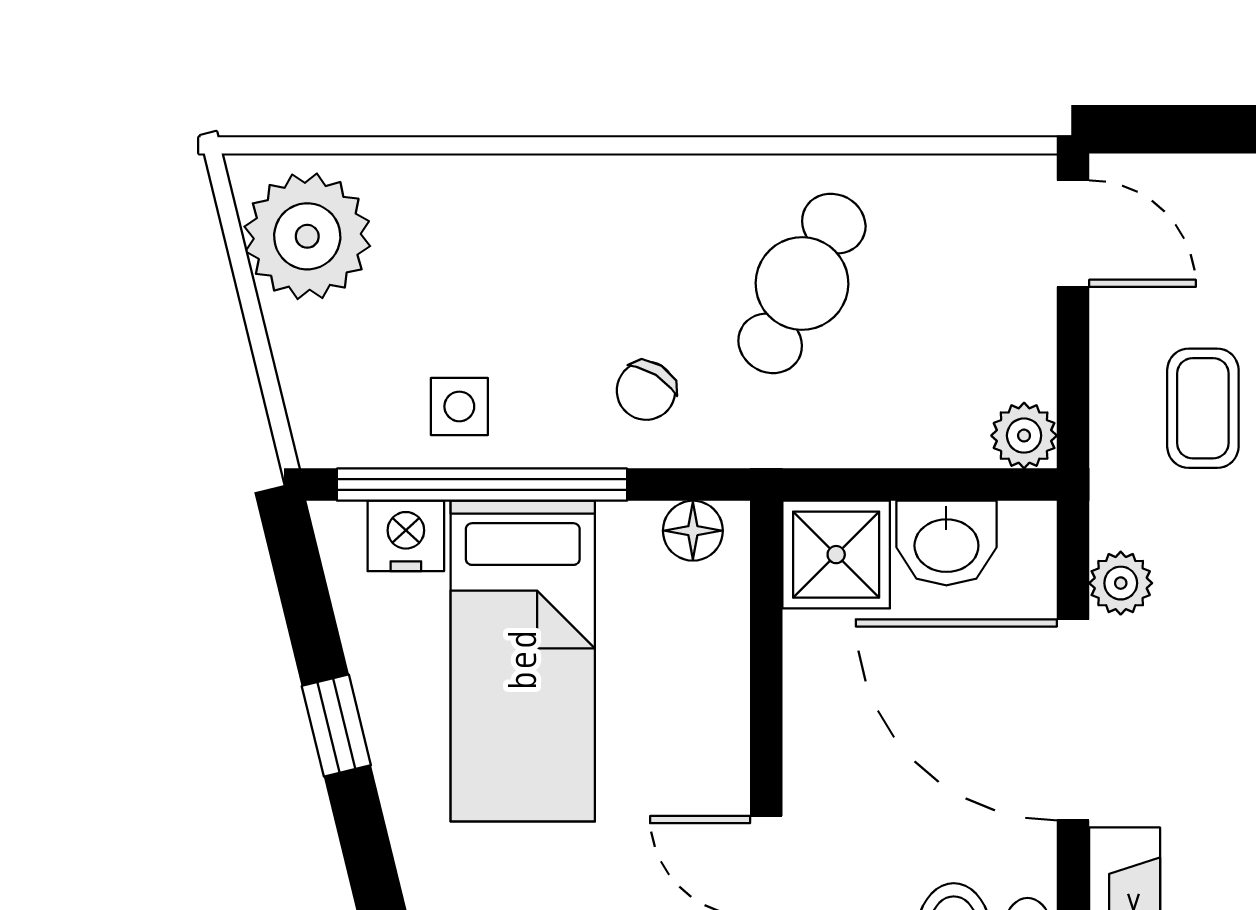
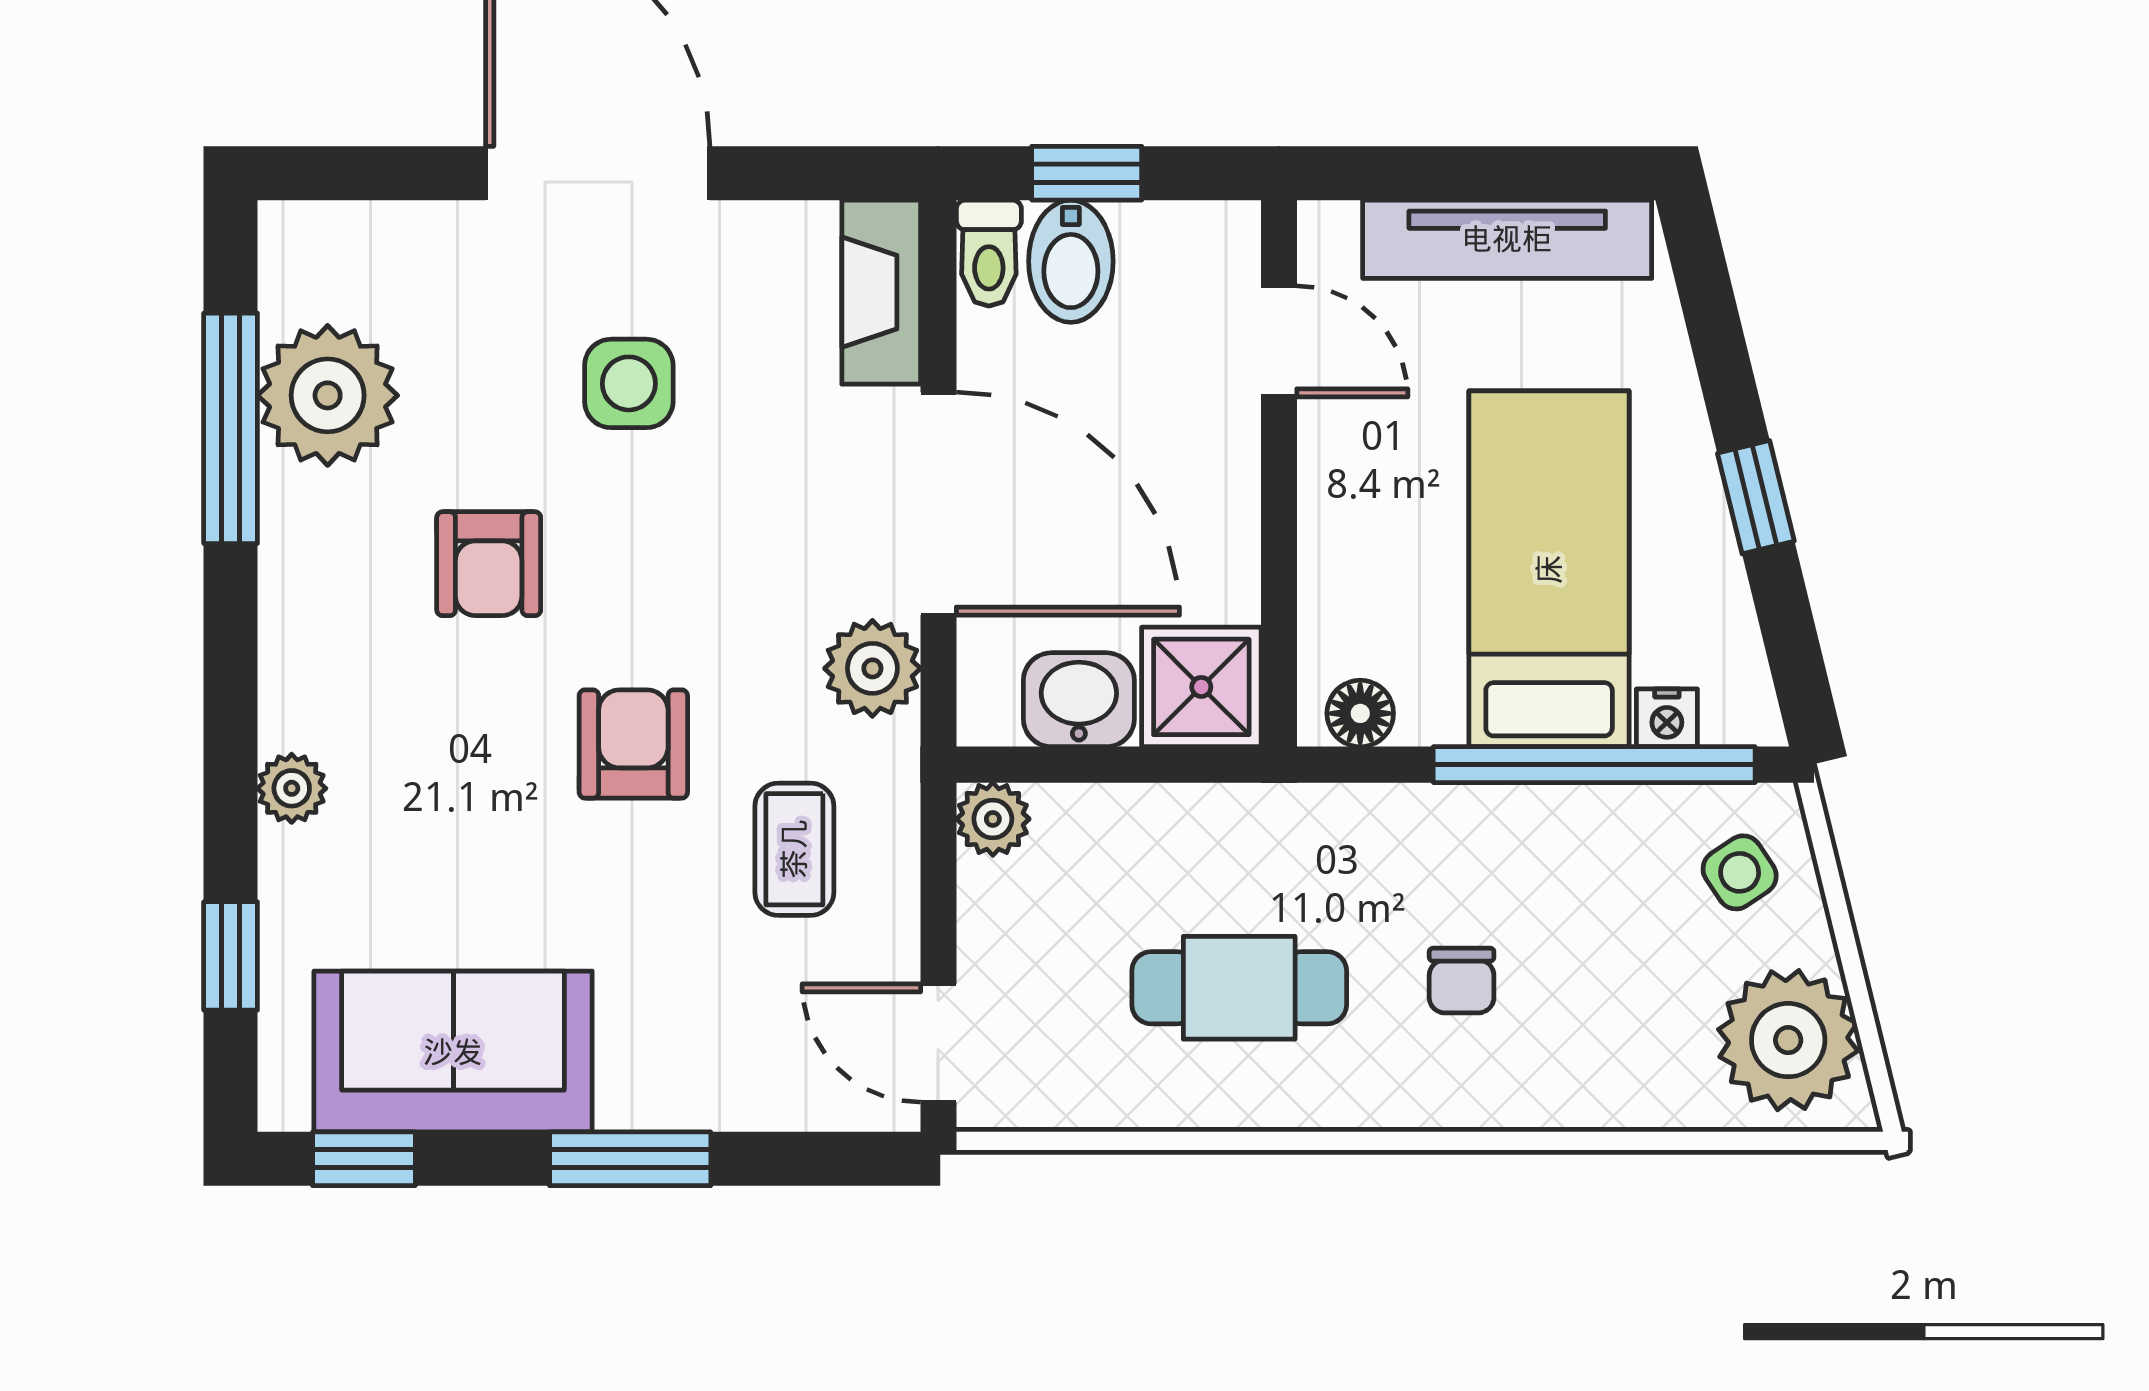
cafe table: (802, 283) -> (1239, 988), turned 62
chair: (646, 391) -> (1462, 981), moved, turned 148
side table: (459, 406) -> (1740, 872), moved, turned -34
nightstand: (406, 536) -> (1667, 718), width x0.72, depth x0.74
plant: (1121, 583) -> (872, 668), width x1.38, depth x1.38

